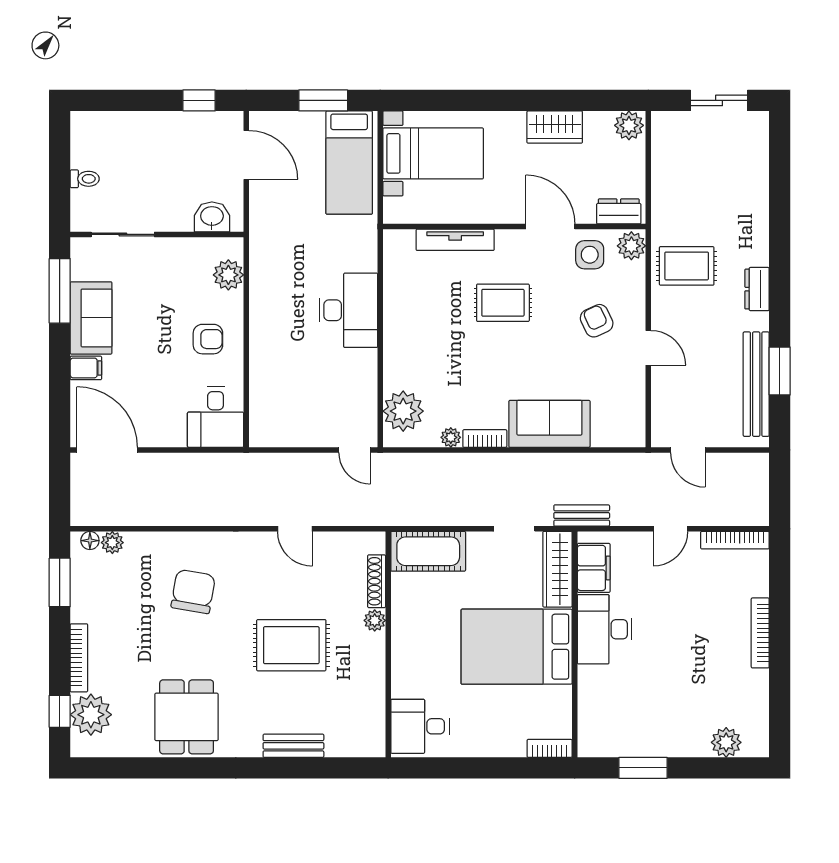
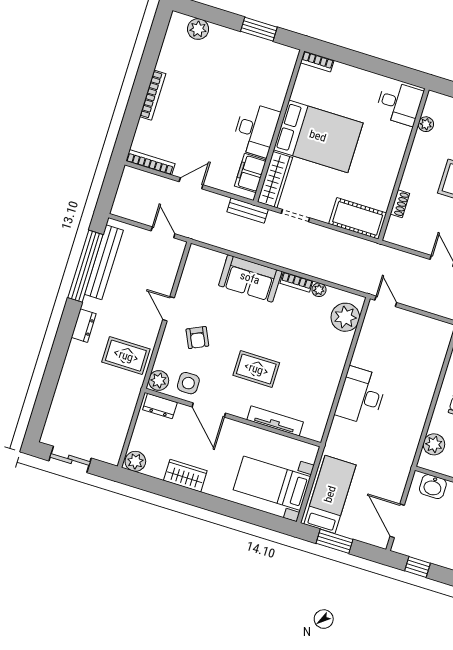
window: (780, 371) -> (85, 266), width x2.11
shoe rack: (377, 581) -> (400, 204), width x0.70
plant: (375, 620) -> (426, 124), moved

